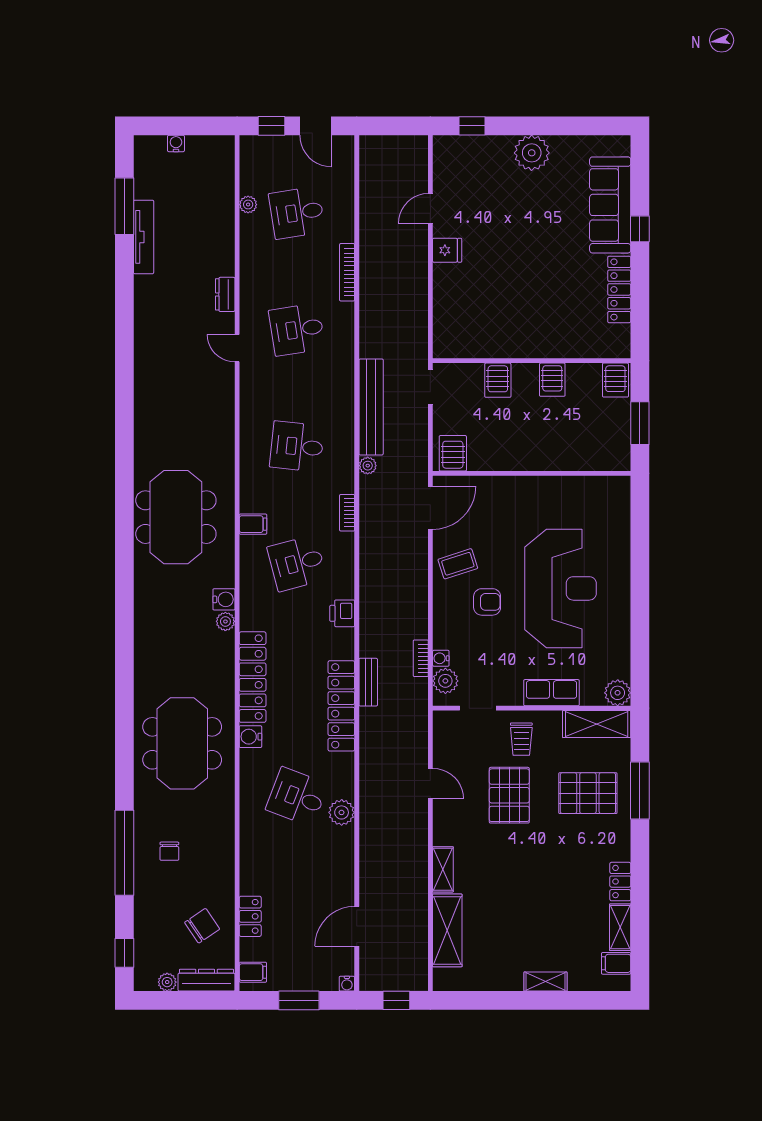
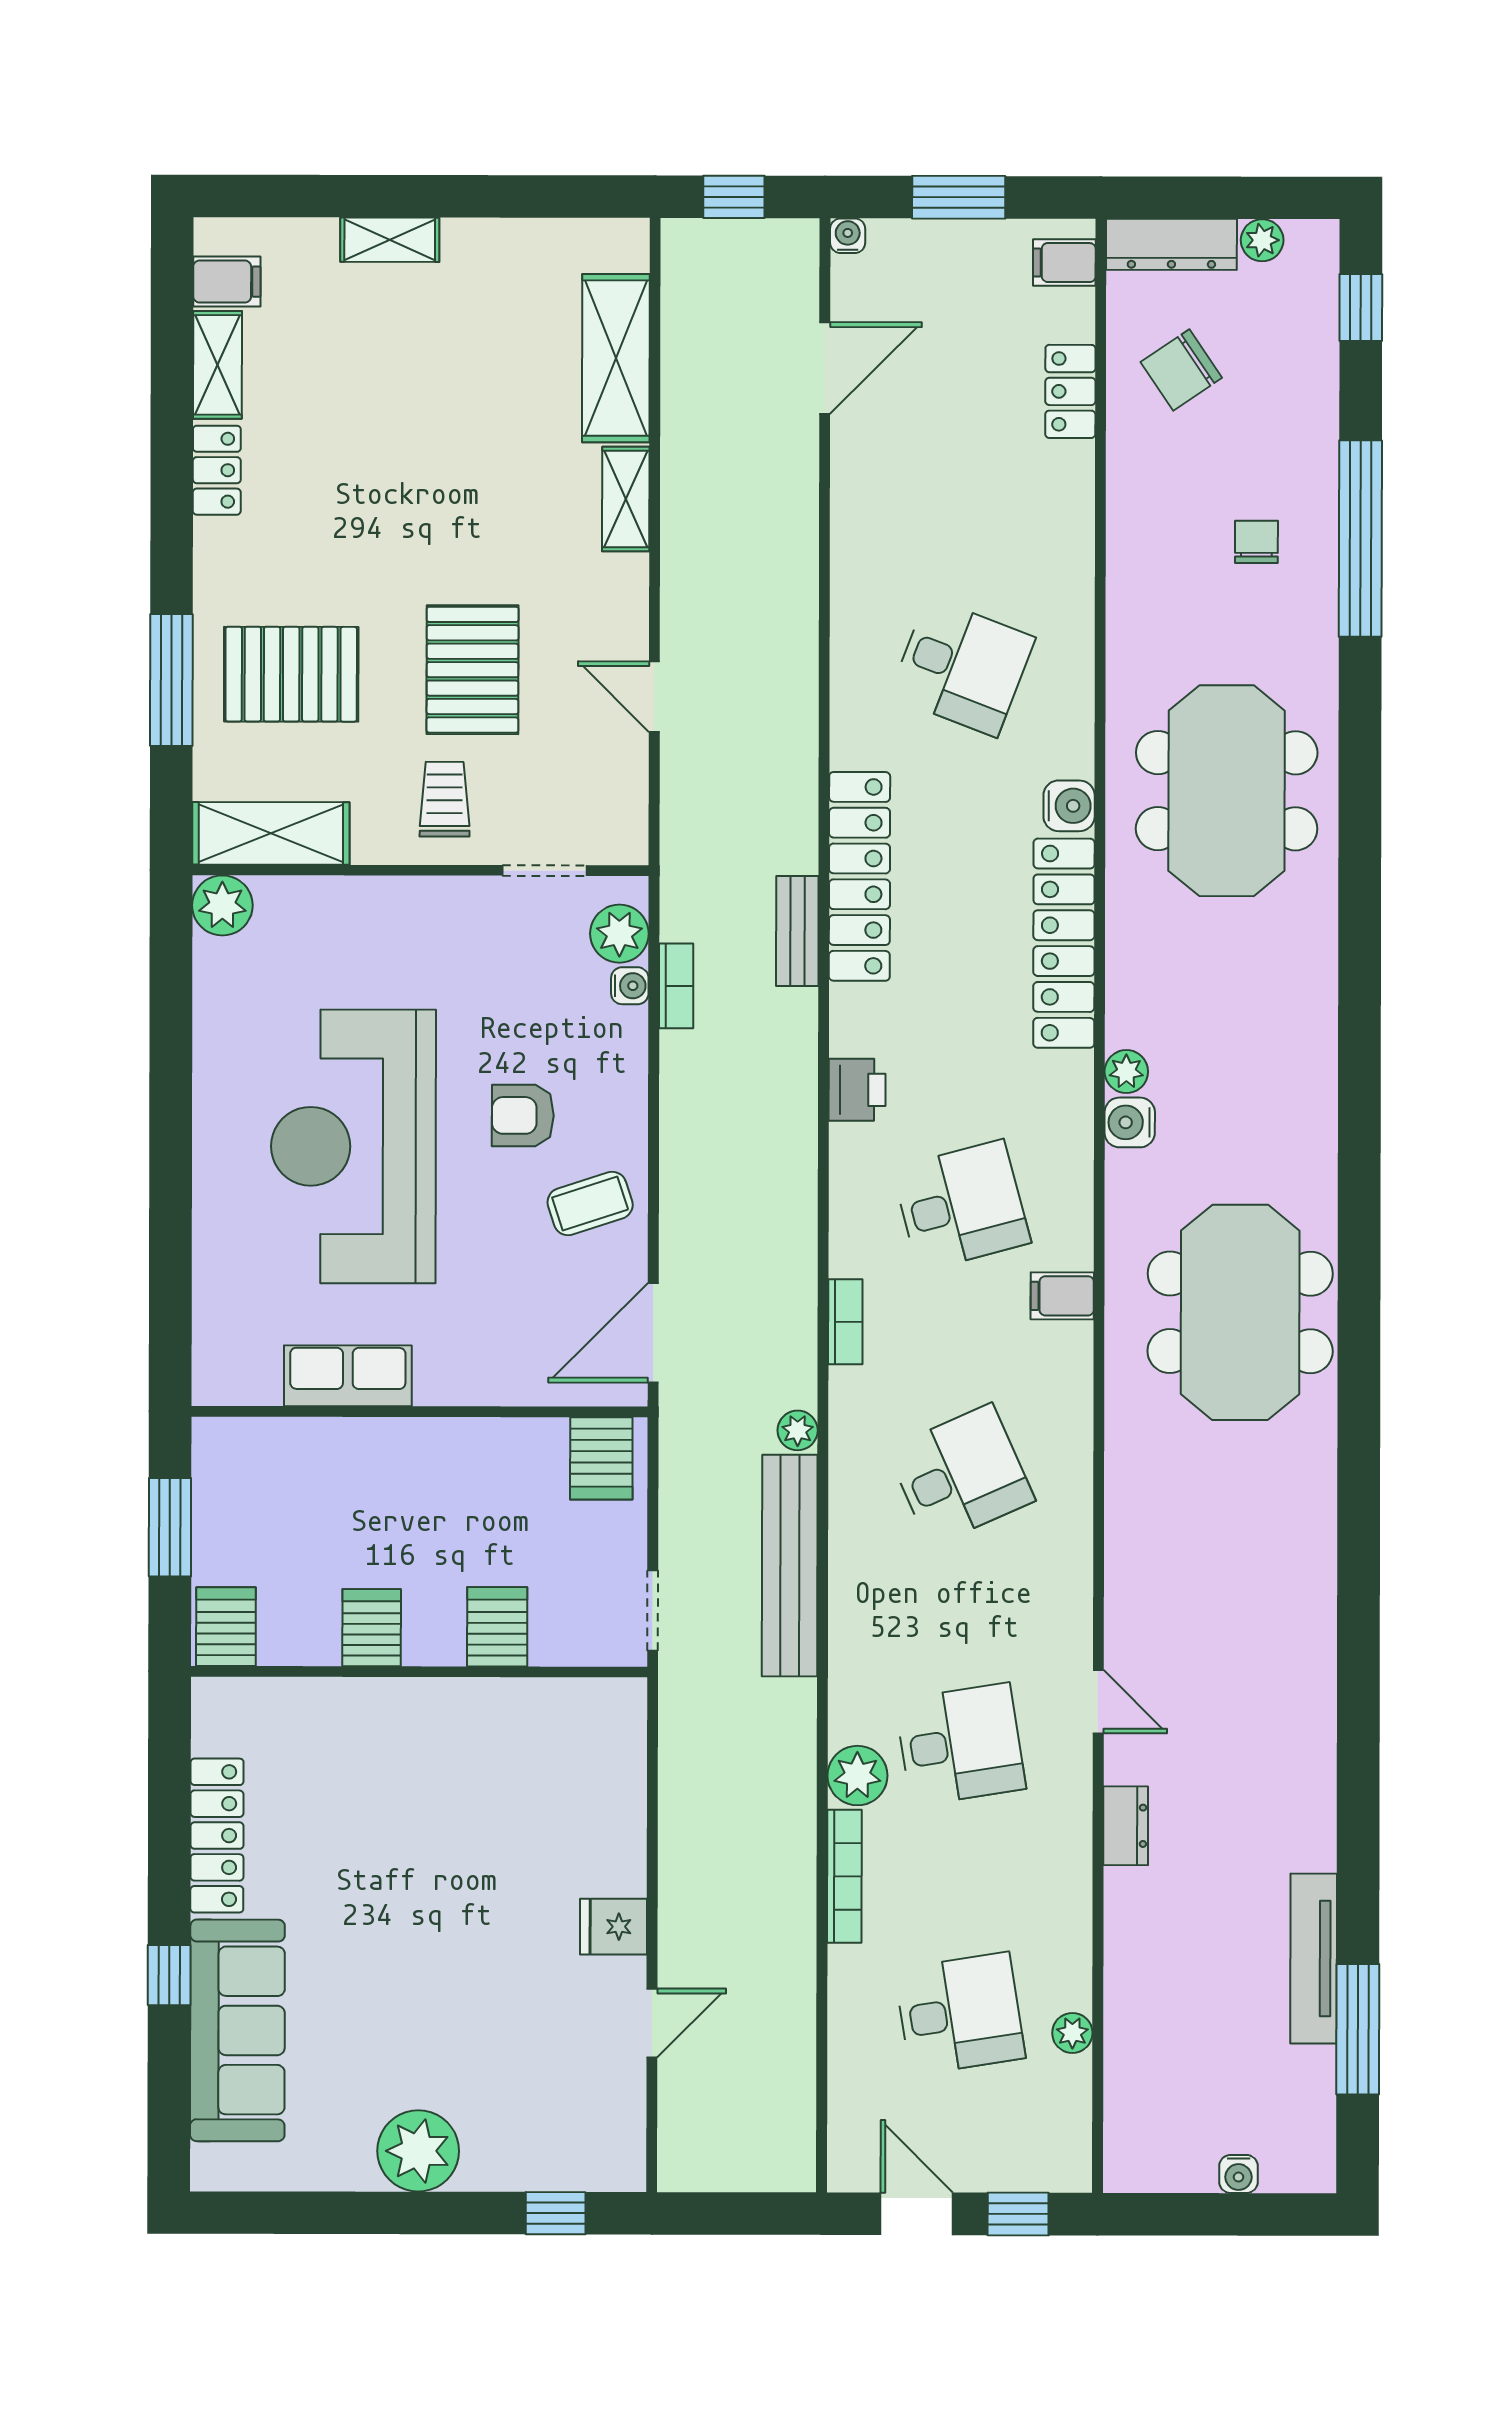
desk: (297, 446) -> (961, 1475), turned -30
row of seats: (551, 693) -> (348, 1376), moved, turned 180
plant: (342, 812) -> (857, 1776), moved

